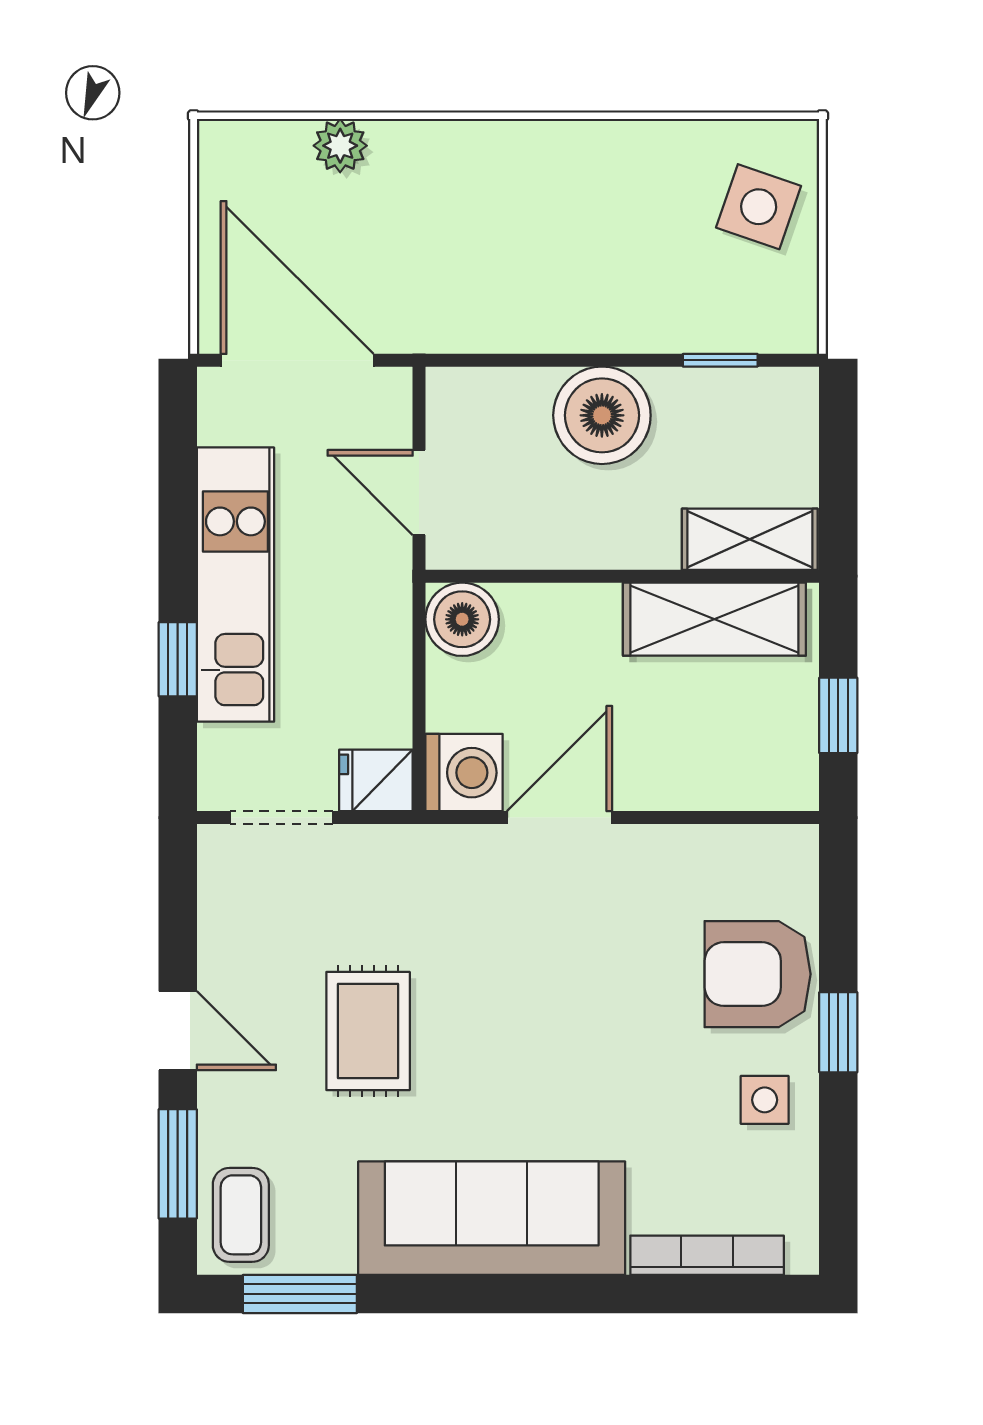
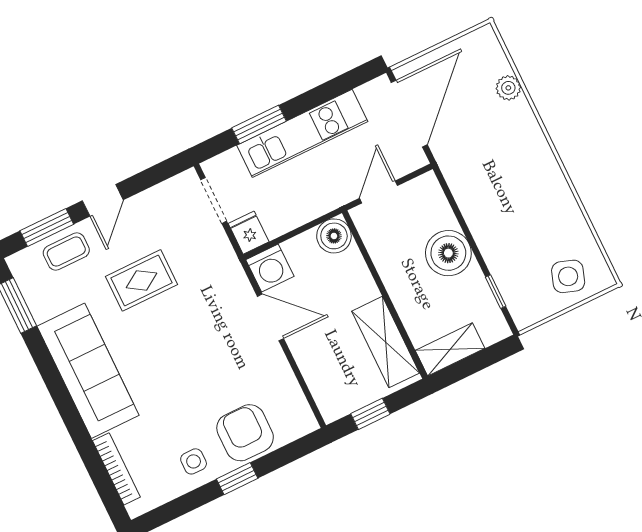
shelving: (750, 539) -> (450, 349), moved, turned 90
window: (178, 659) -> (259, 124), width x1.50
coffee table: (241, 1215) -> (66, 252), moved

